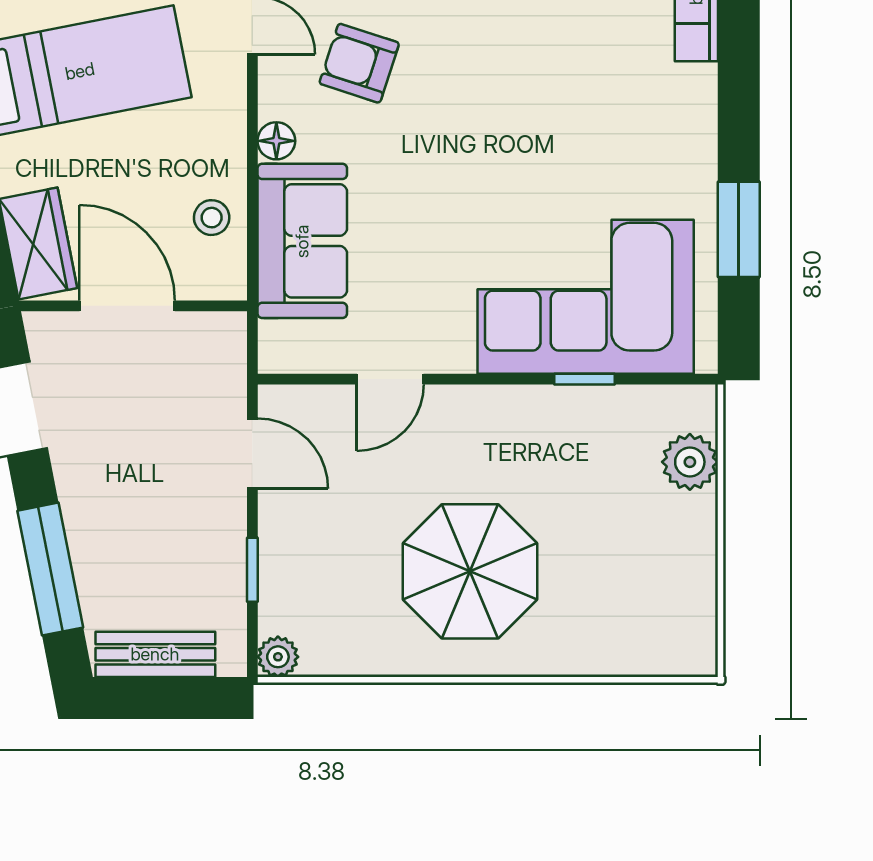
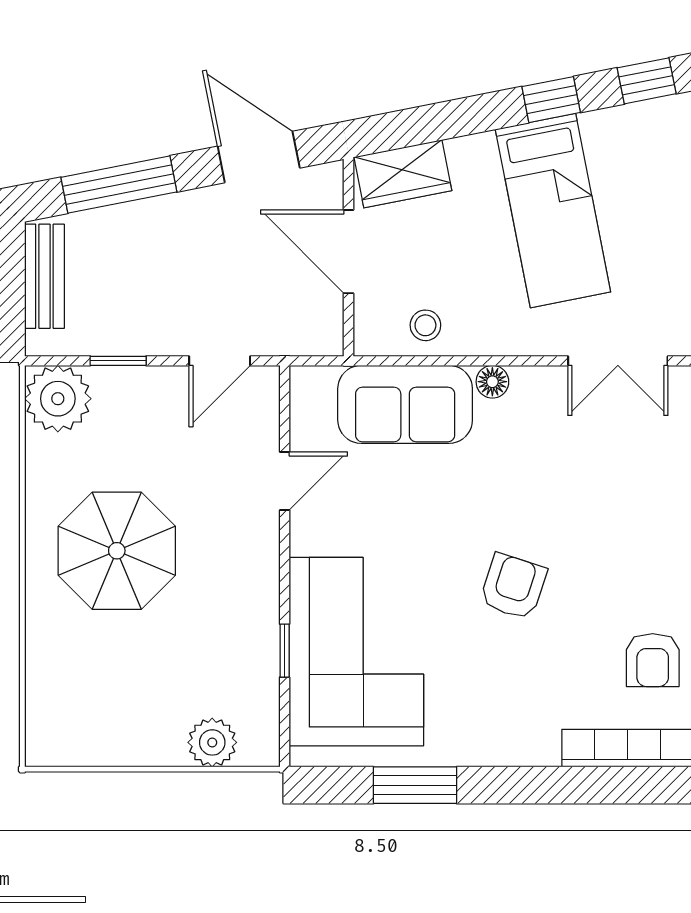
armchair: (359, 63) -> (513, 586), moved
door: (127, 306) -> (348, 252), swing flipped
door: (390, 379) -> (285, 481), swing flipped
plant: (278, 657) -> (58, 399), width x1.88, depth x1.88

